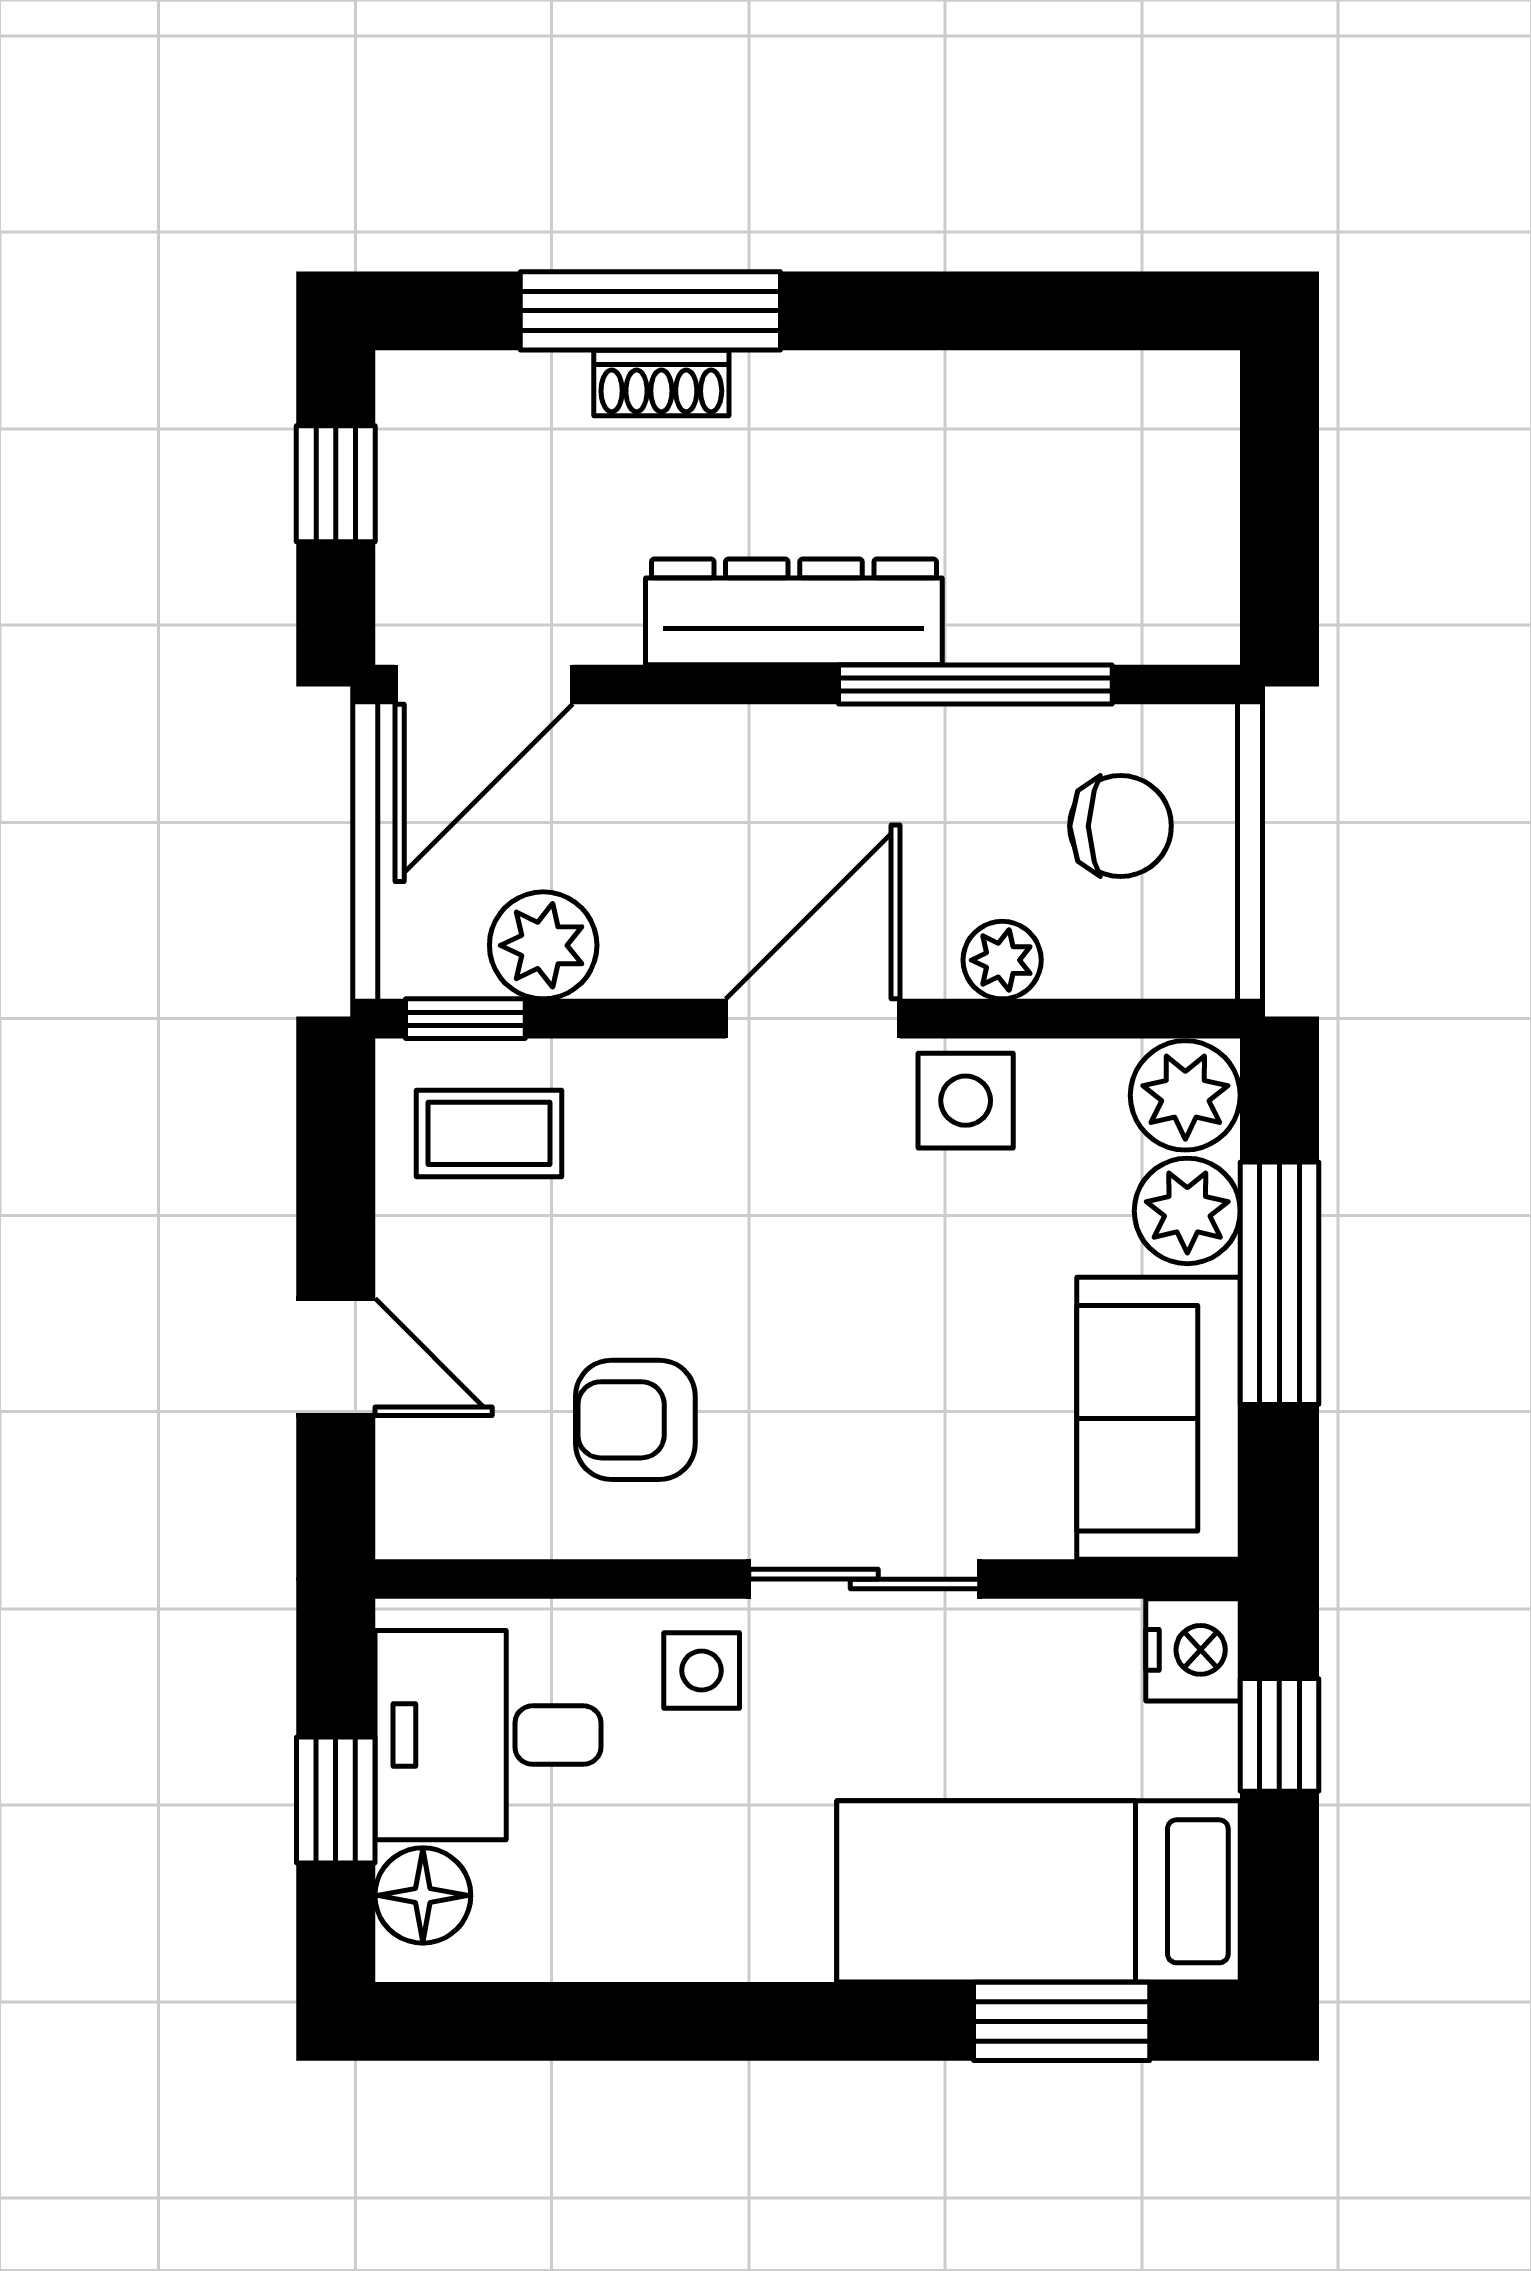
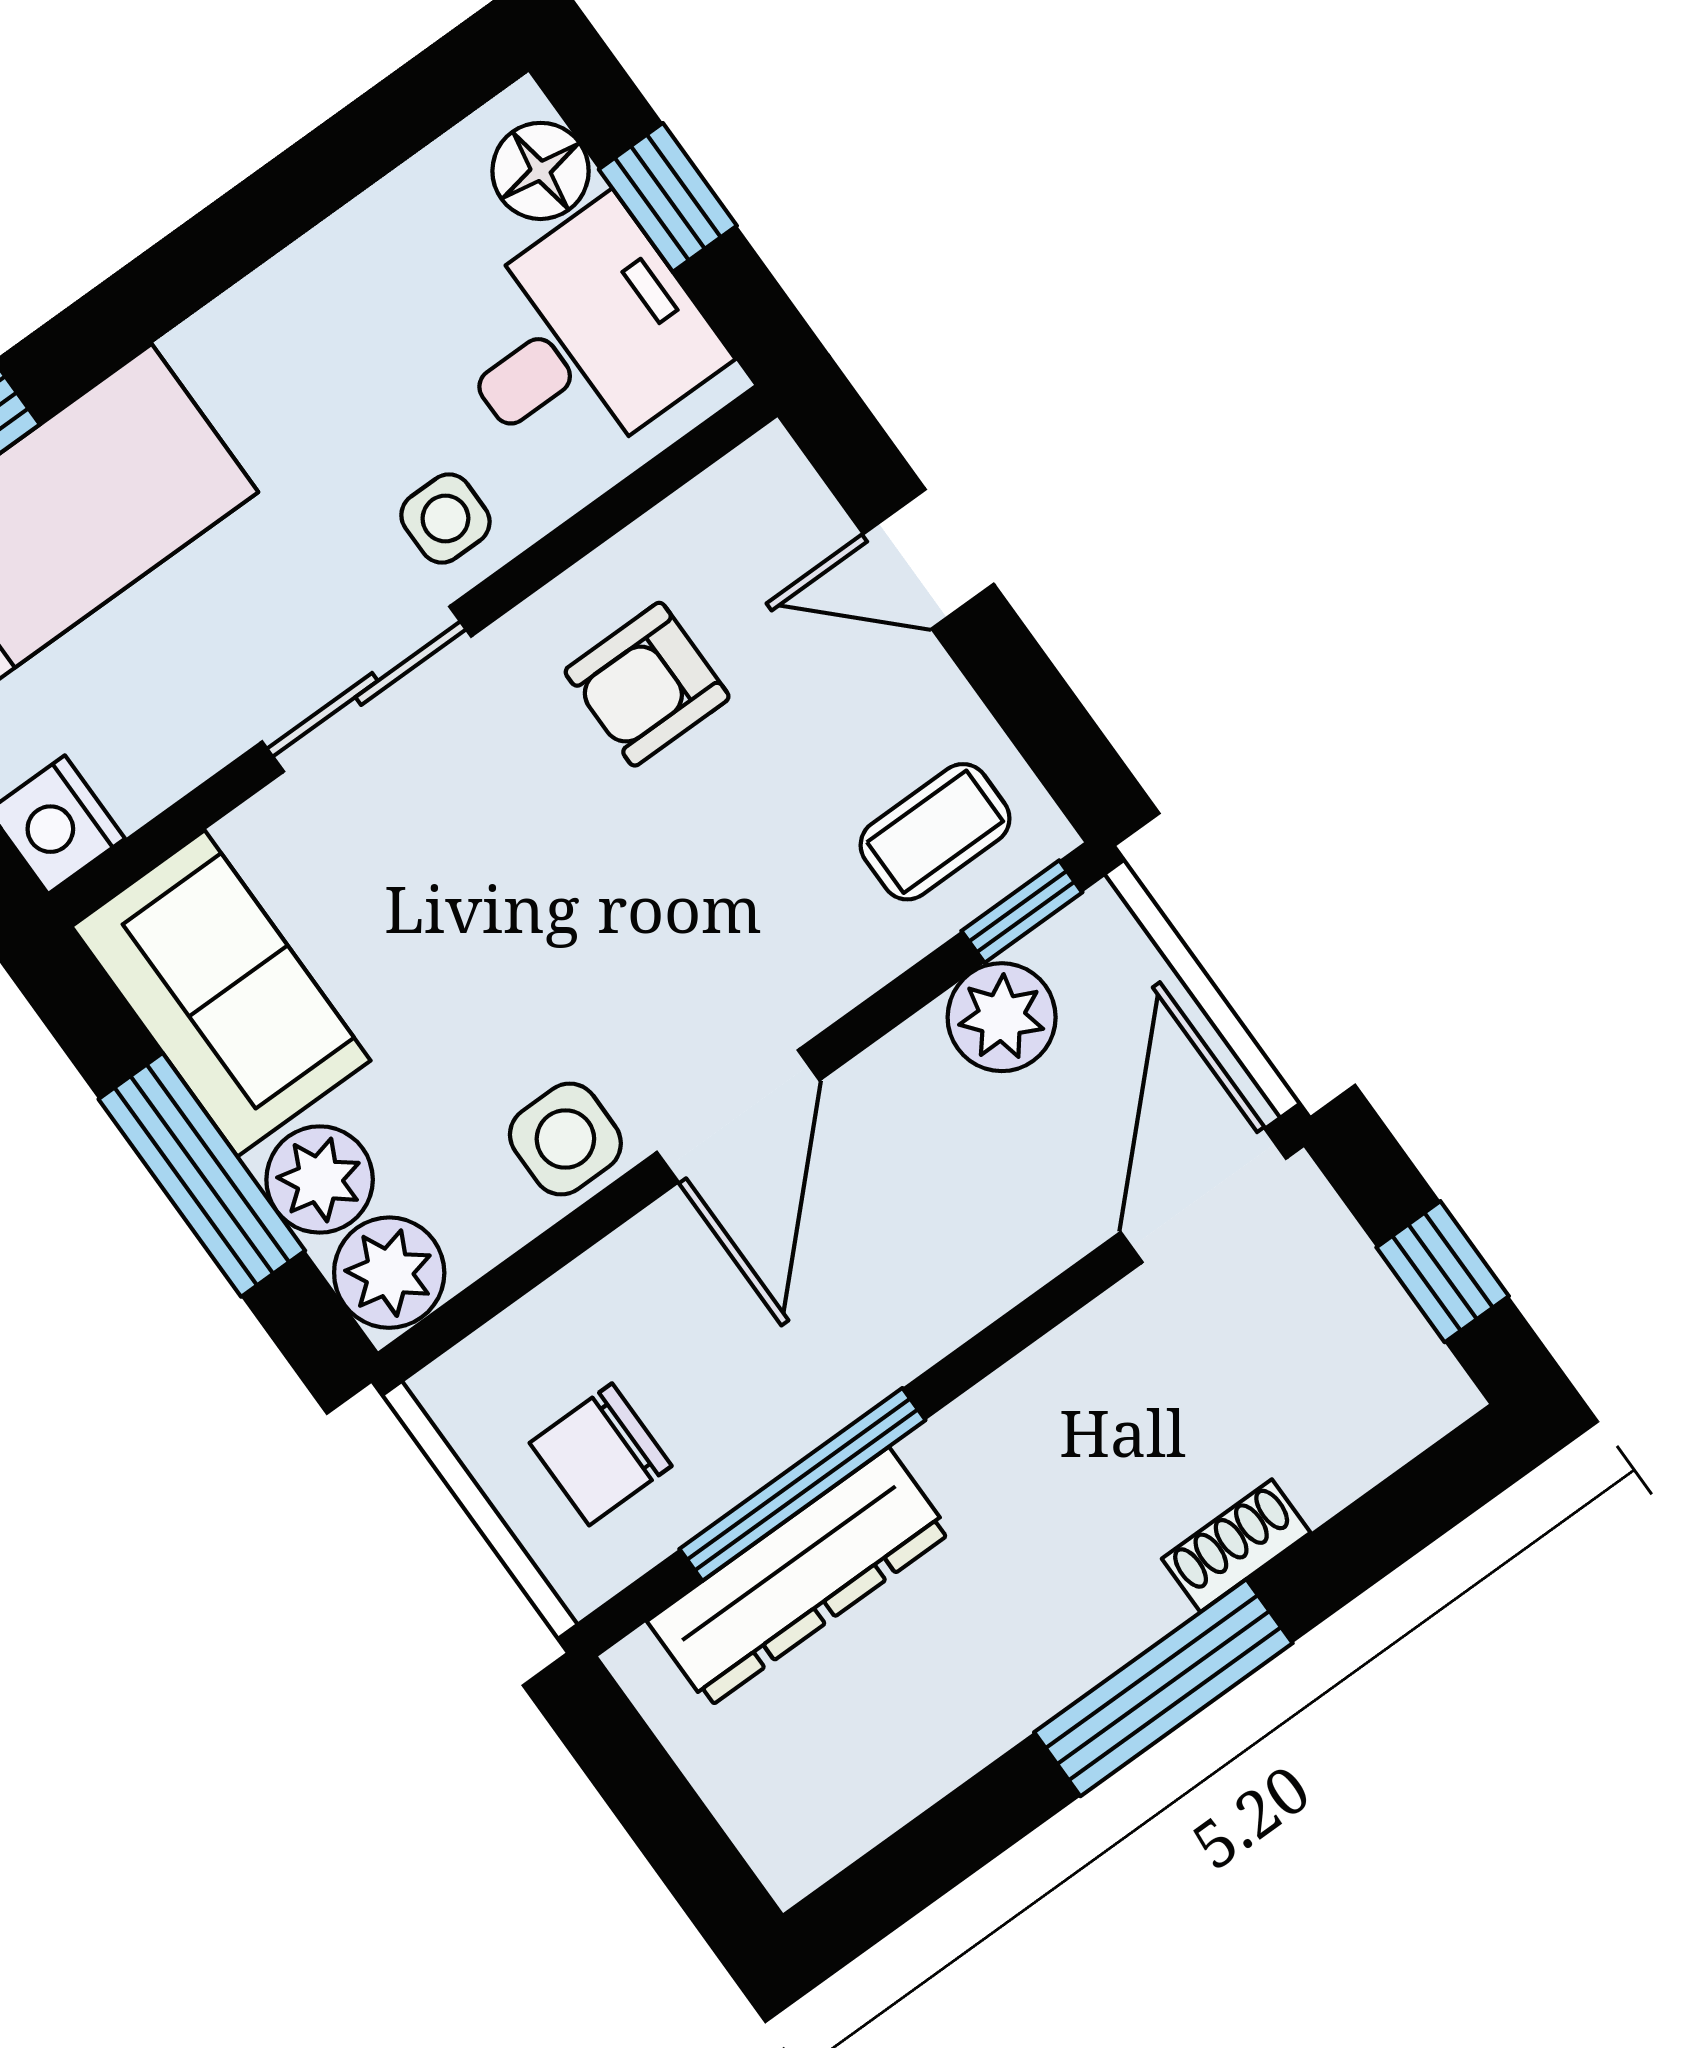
window: (650, 311) -> (1163, 1688), moved
dresser: (794, 612) -> (799, 1577), moved
plant: (1002, 960) -> (618, 1275), removed
armchair: (635, 1420) -> (647, 684), turned 180

